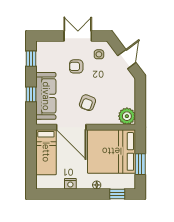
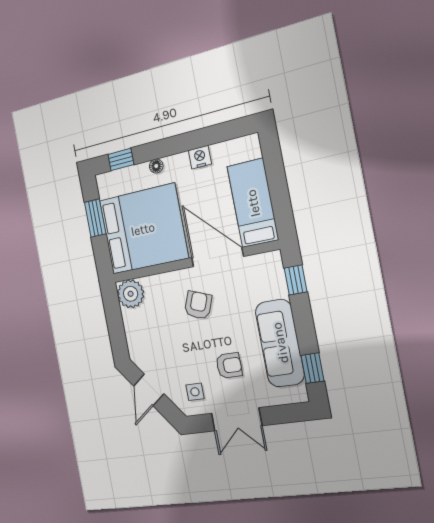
window: (31, 94) -> (296, 280), moved
sofa: (46, 96) -> (280, 343), moved

